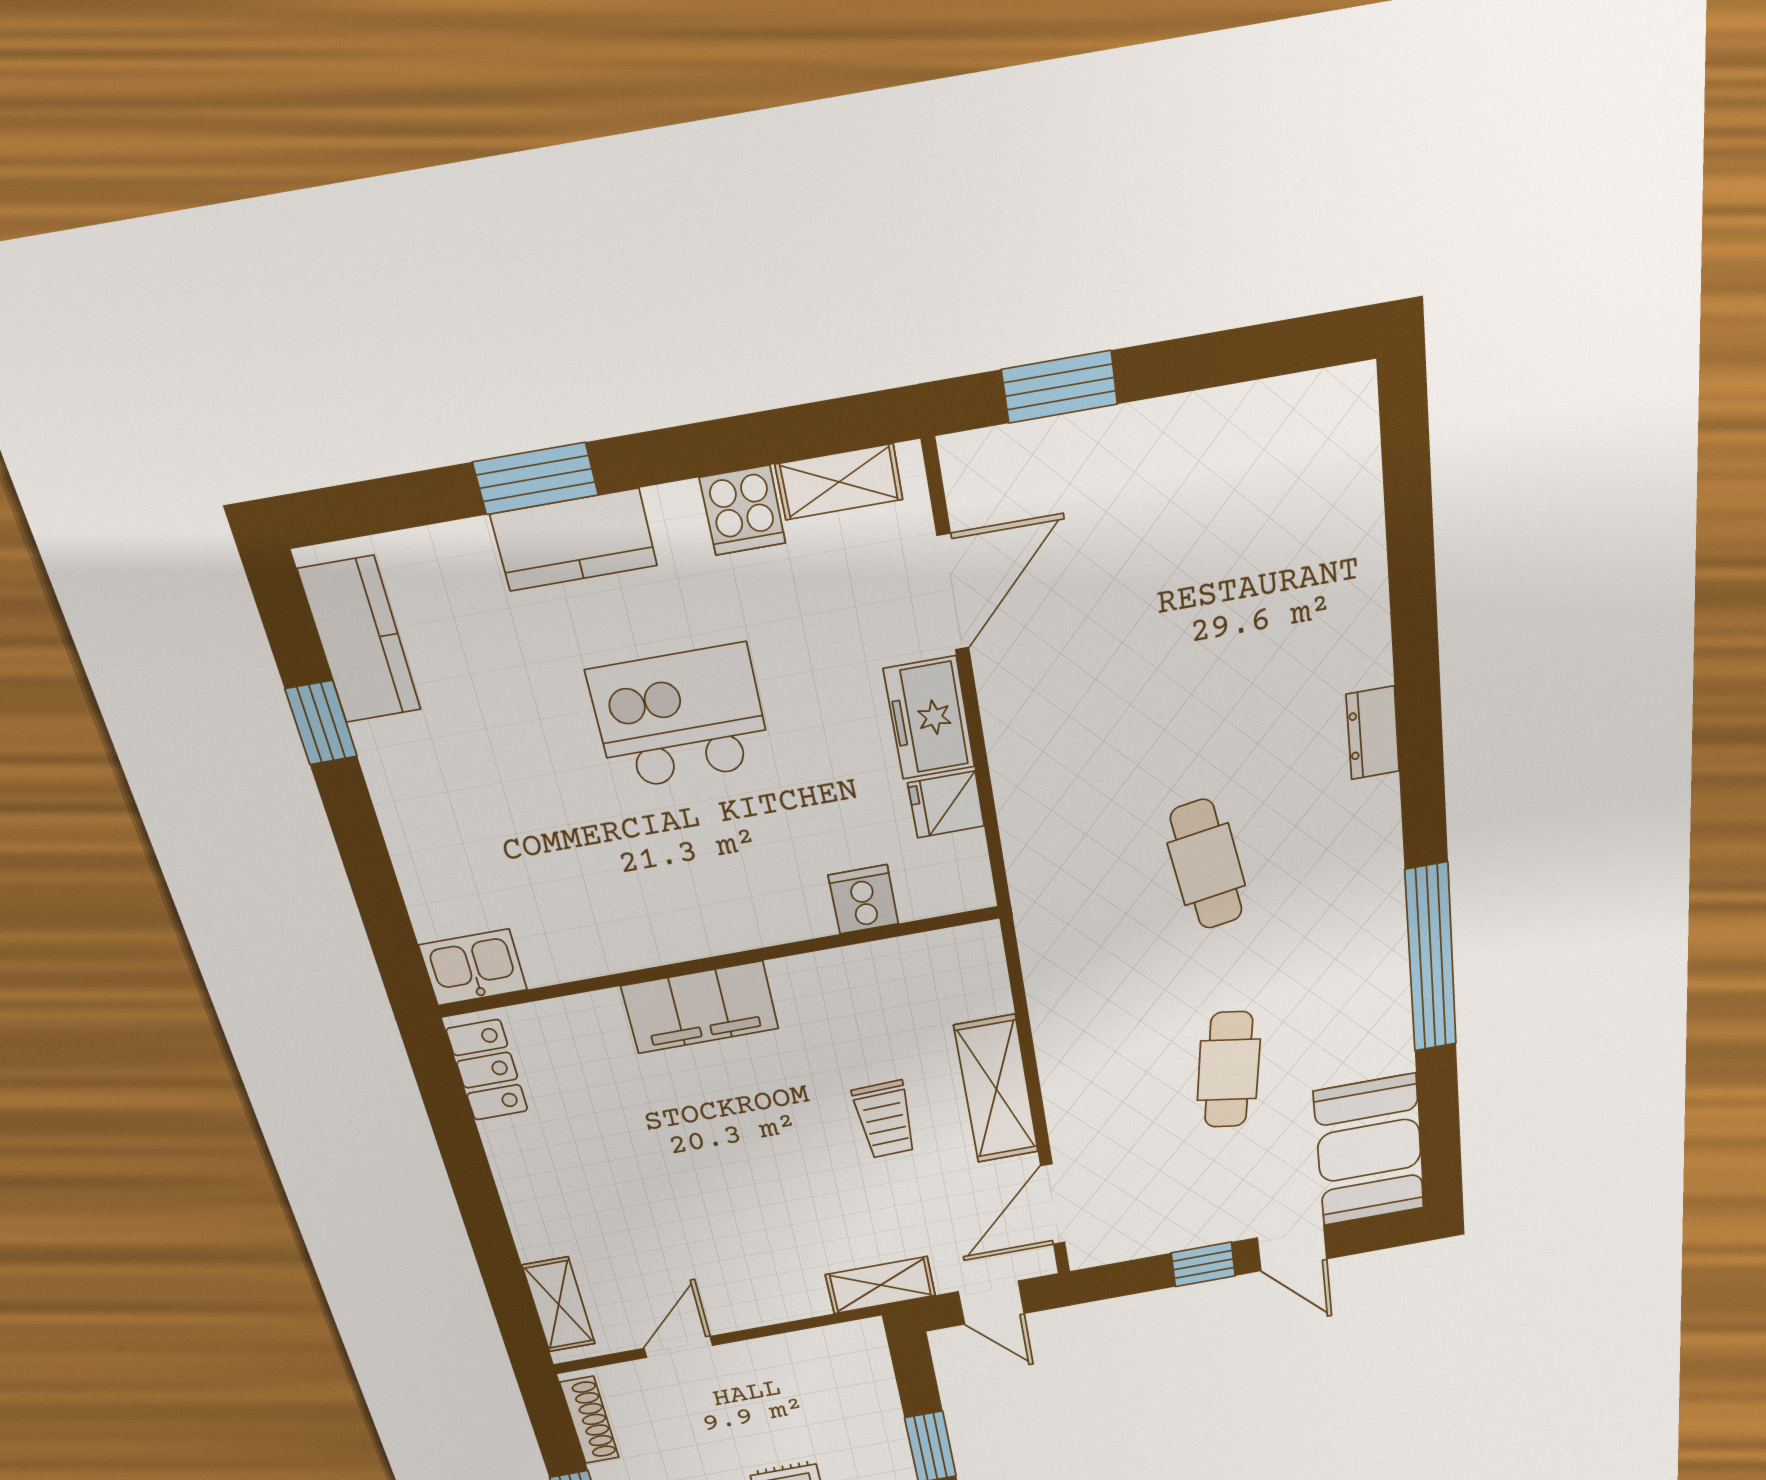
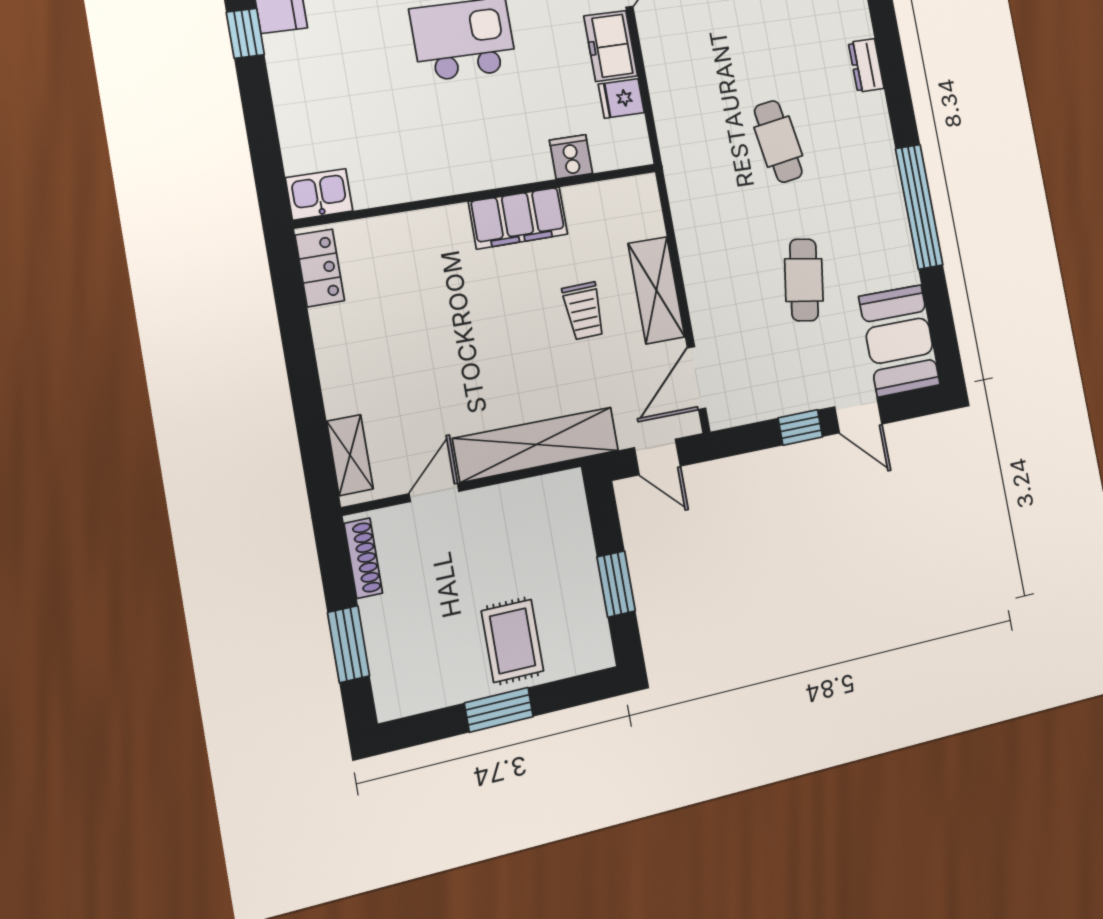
filing cabinet: (700, 1007) -> (518, 218), moved
shelving: (881, 1285) -> (536, 445), width x2.20, depth x1.33

